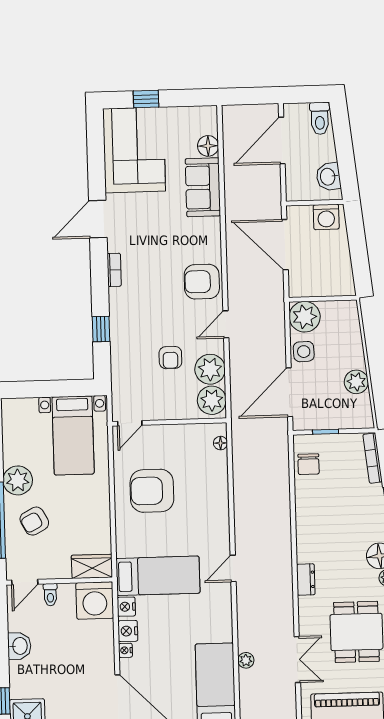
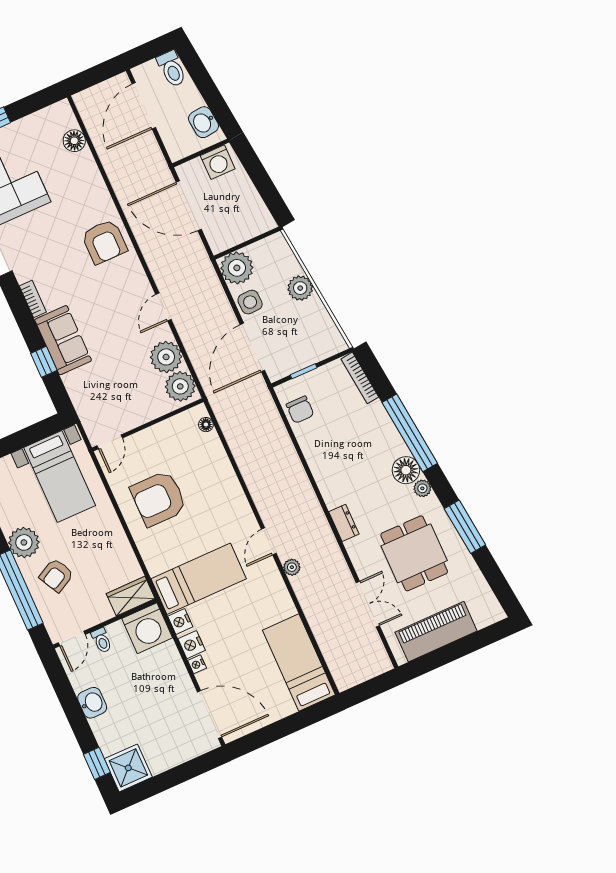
sofa: (203, 187) -> (63, 340), moved, turned 180
armchair: (202, 282) -> (104, 242), moved, turned -90
armchair: (170, 358) -> (123, 362), removed
plant: (356, 382) -> (300, 288), moved
plant: (246, 660) -> (292, 567), moved

